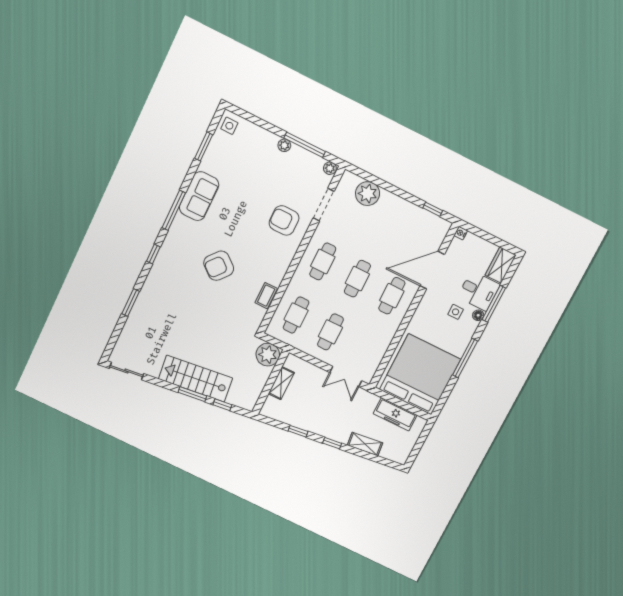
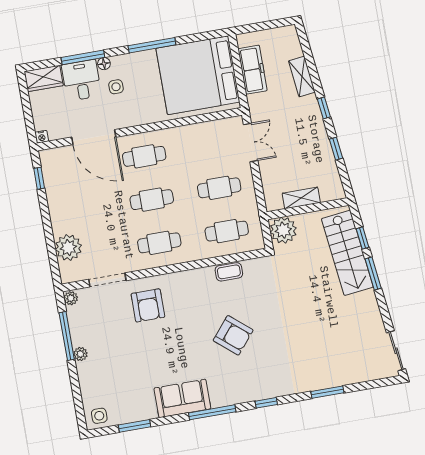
stairs: (195, 379) -> (347, 253), moved

